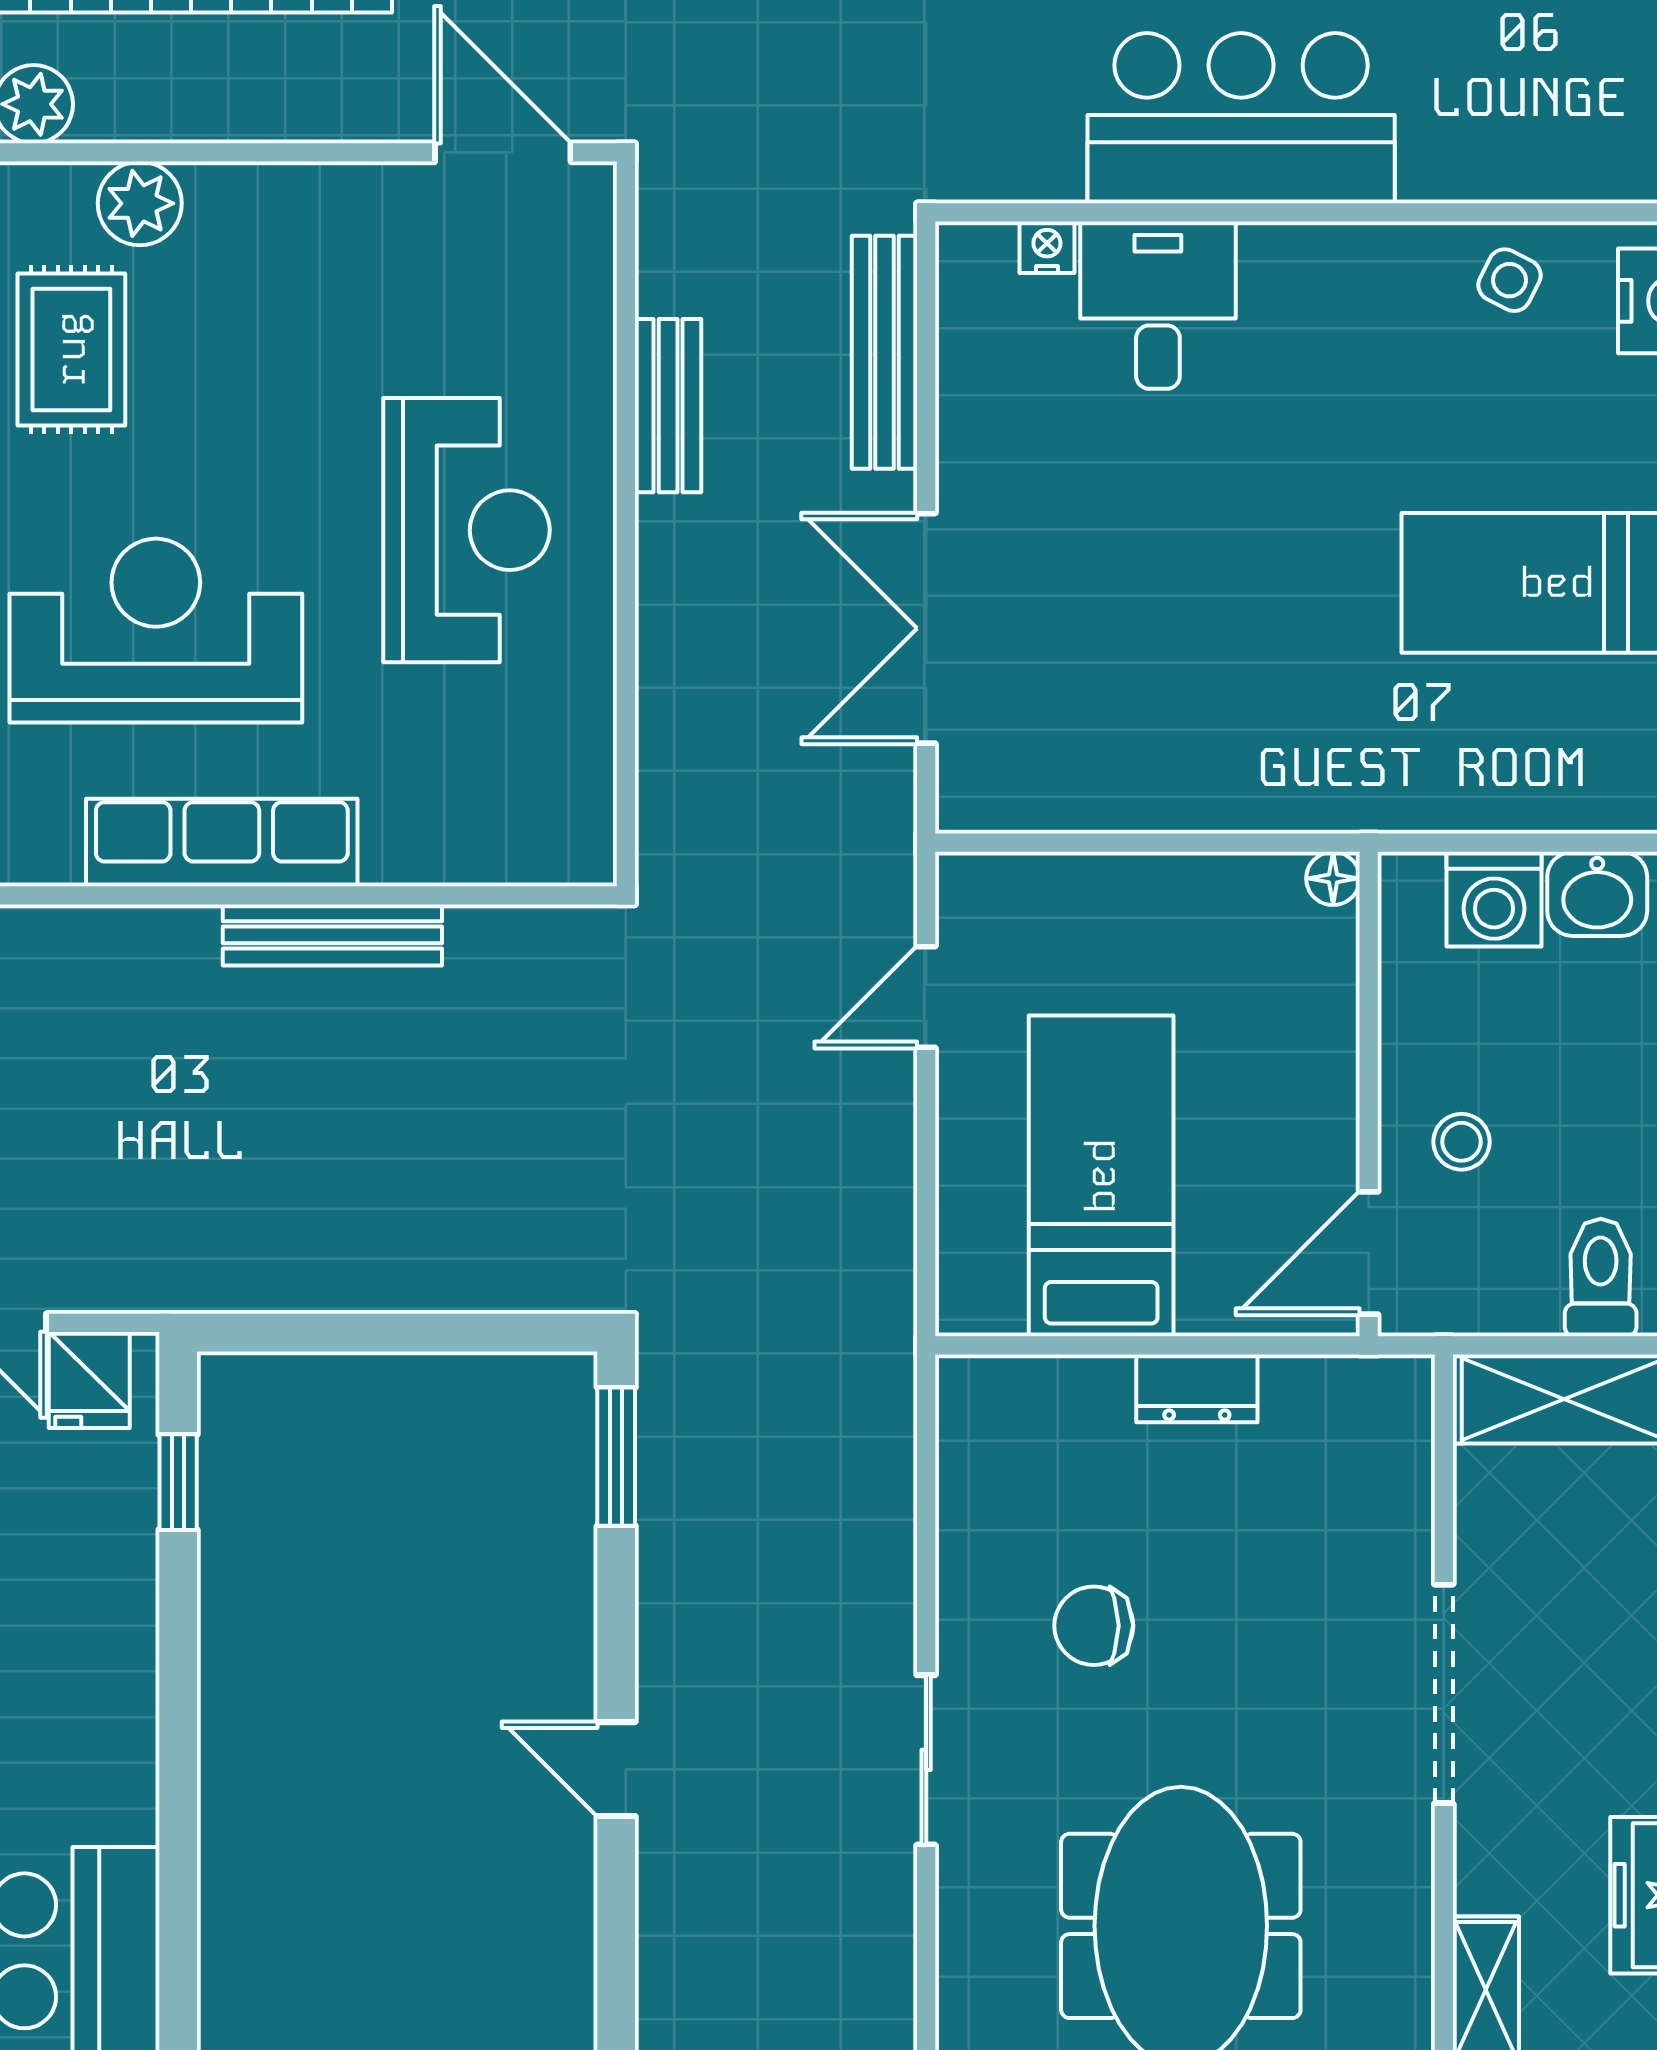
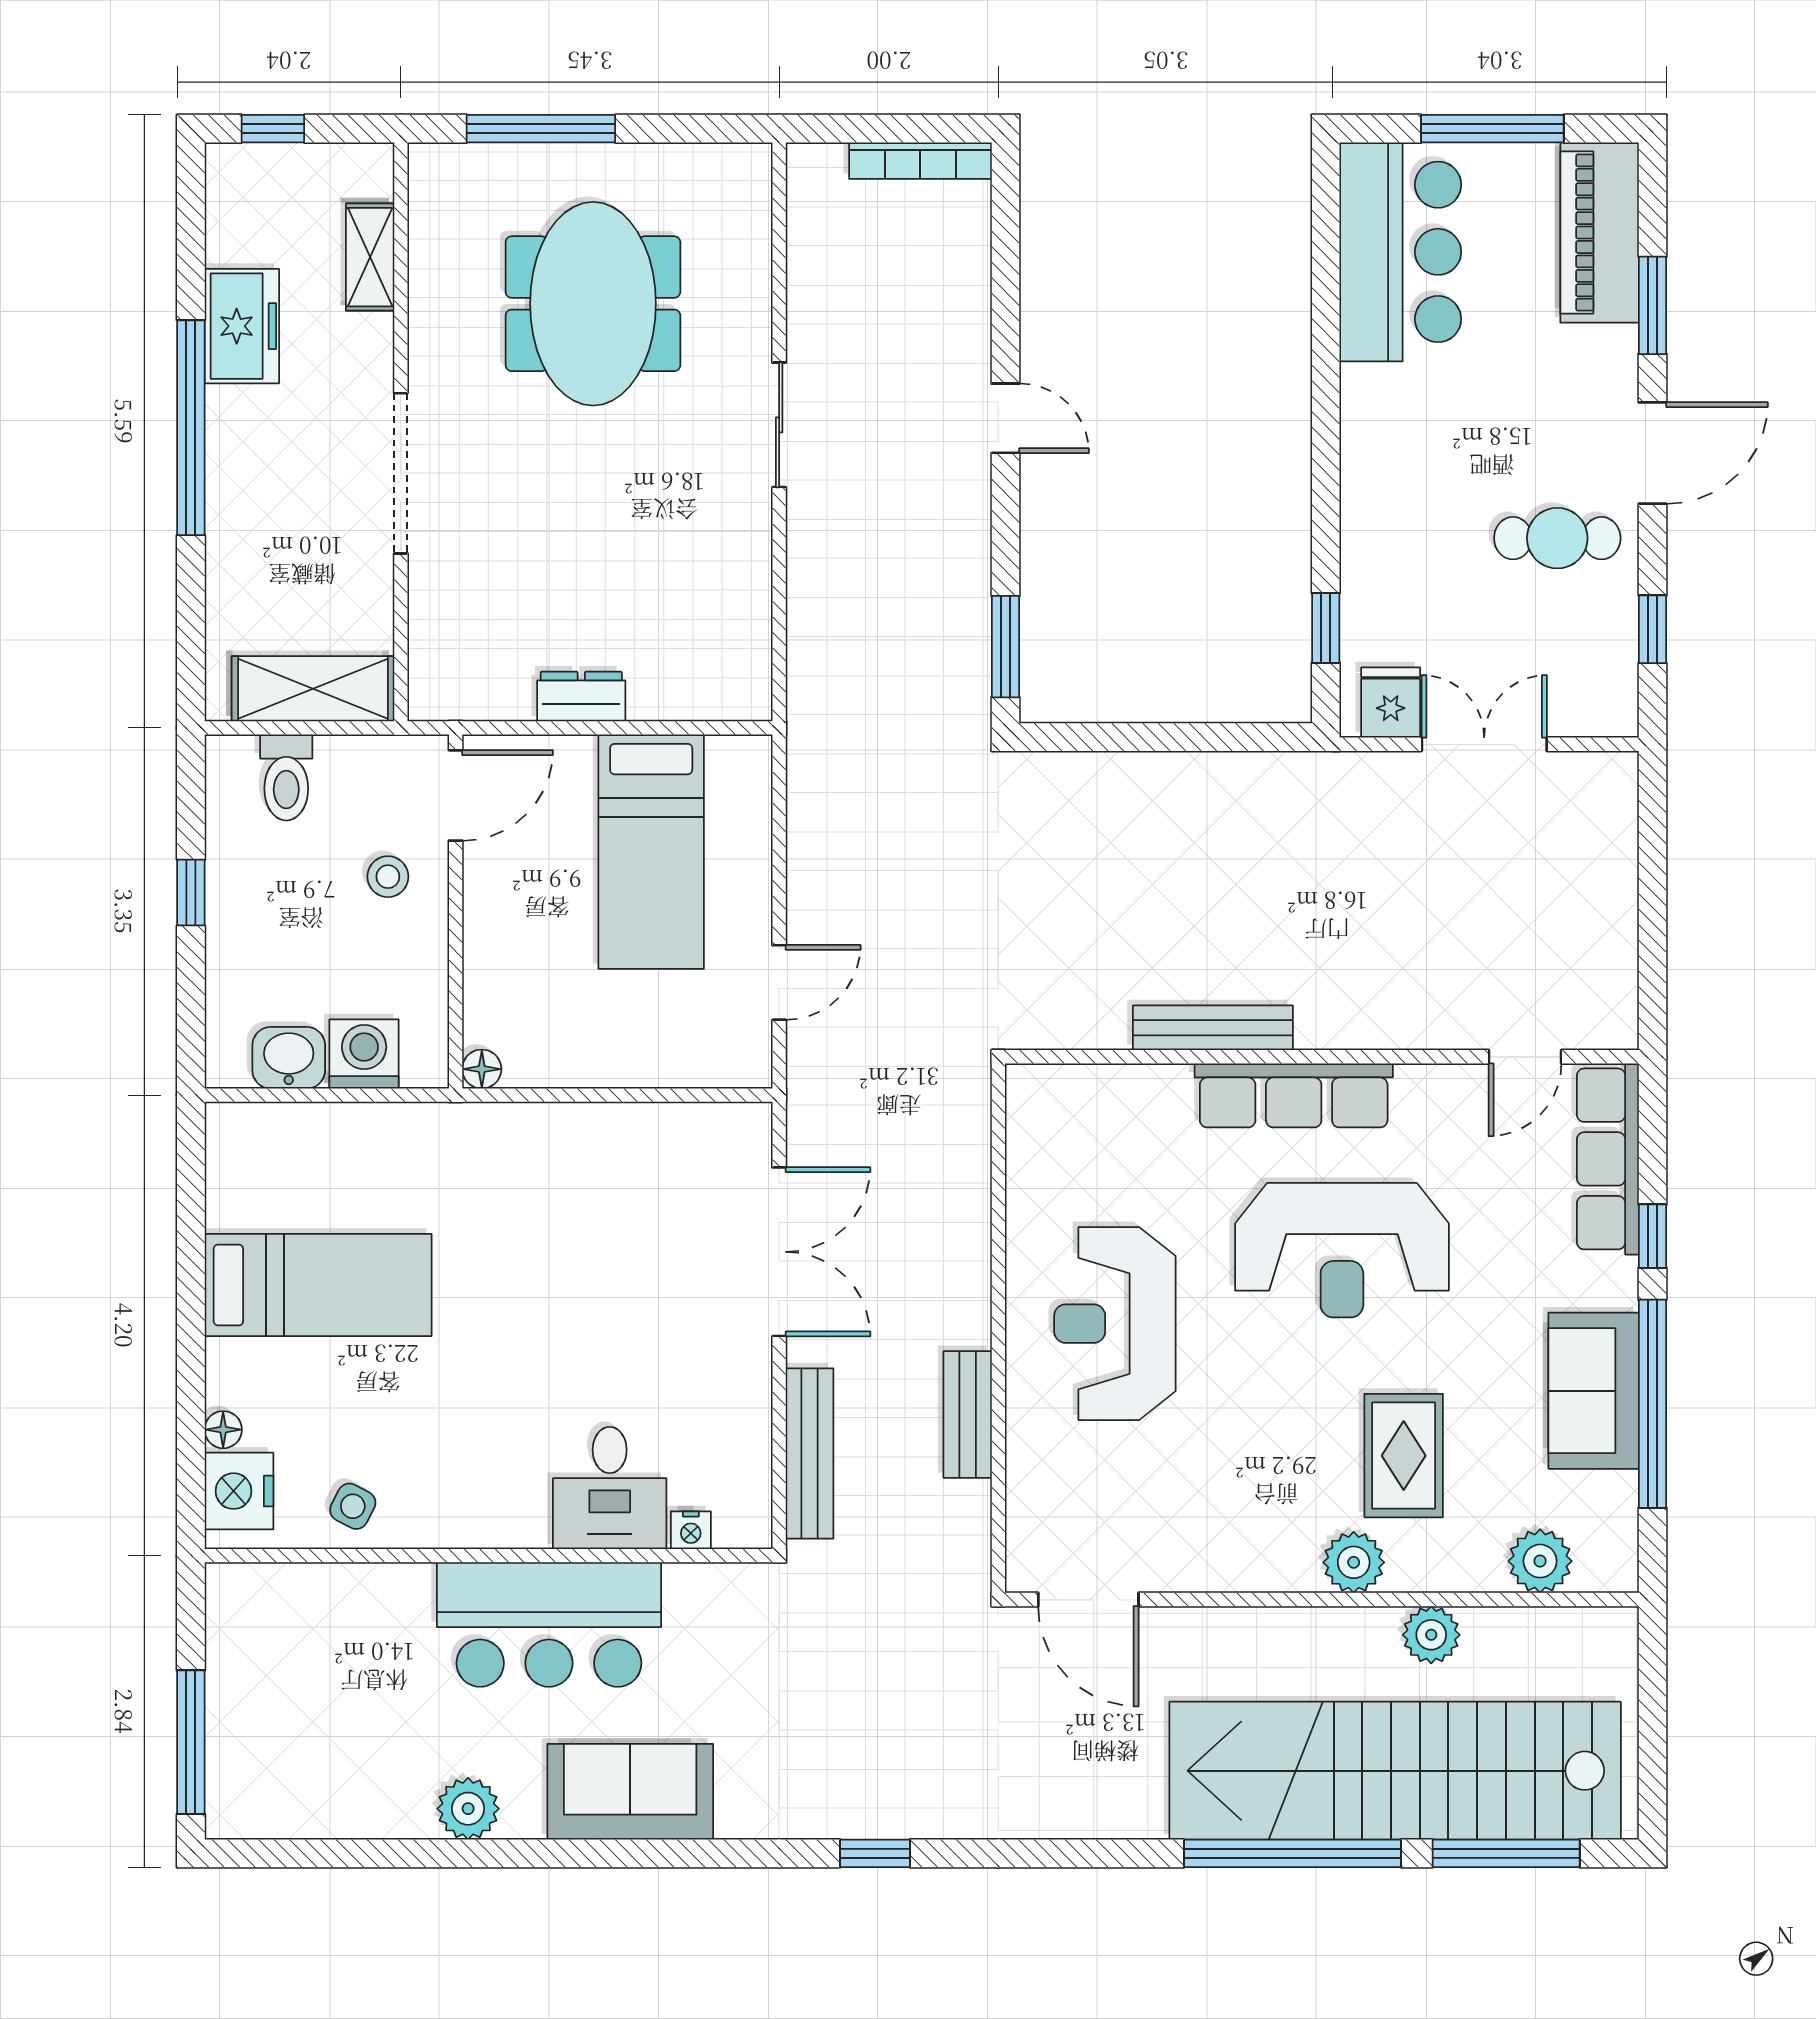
chair: (1094, 1626) -> (657, 523), removed

